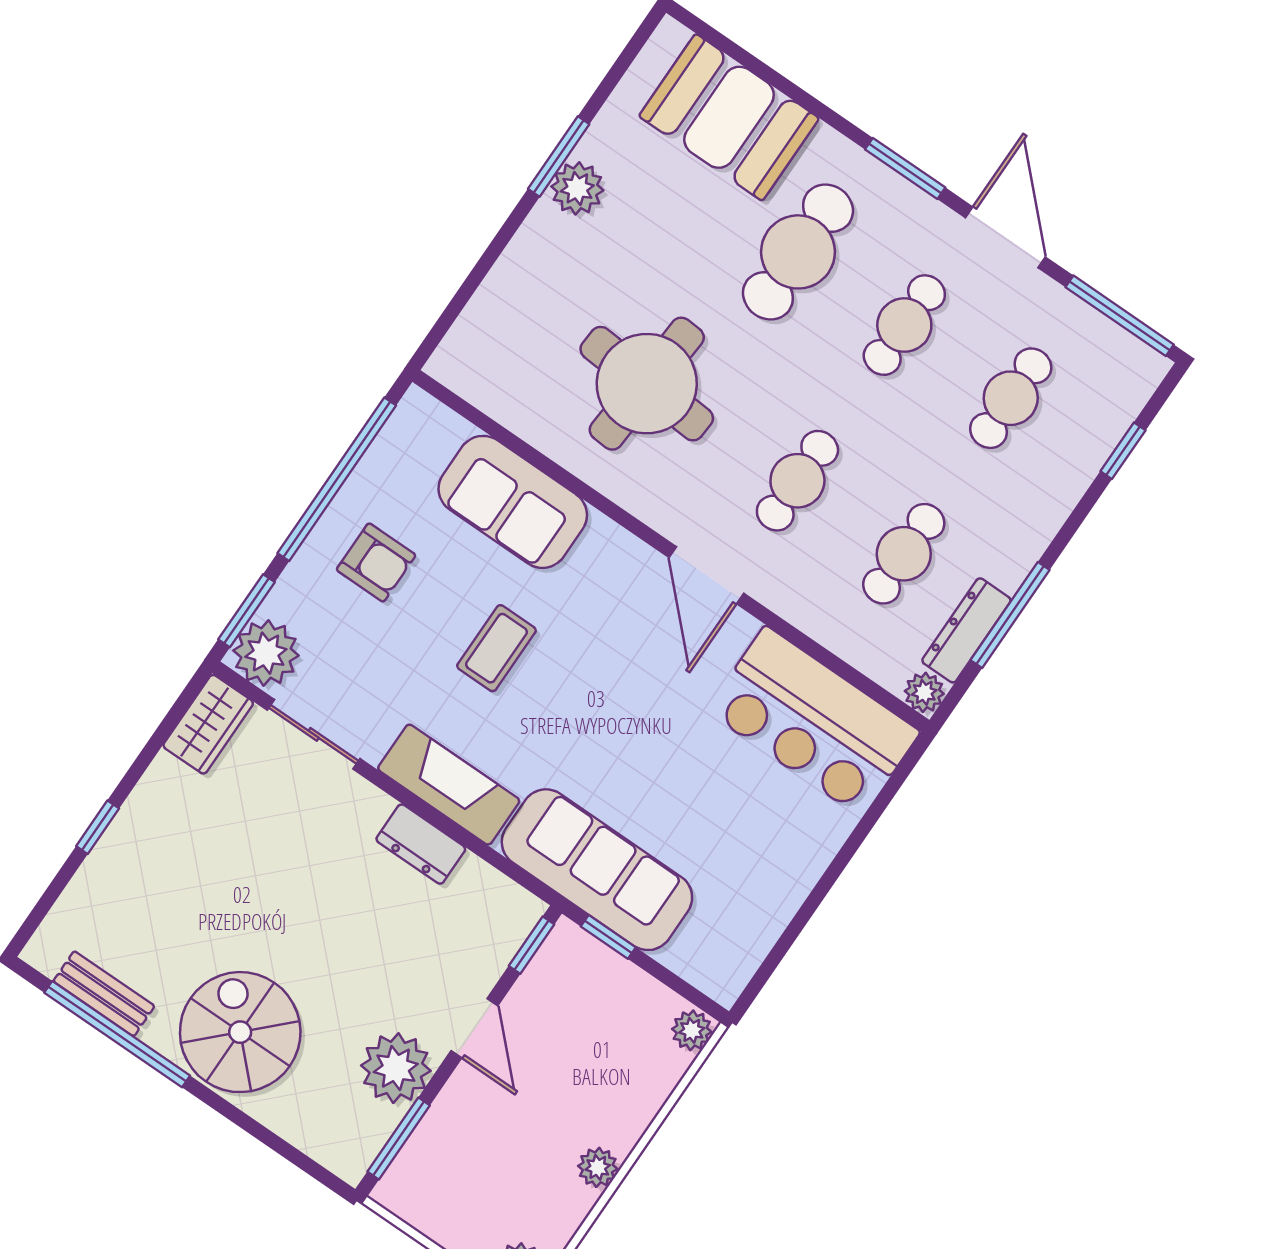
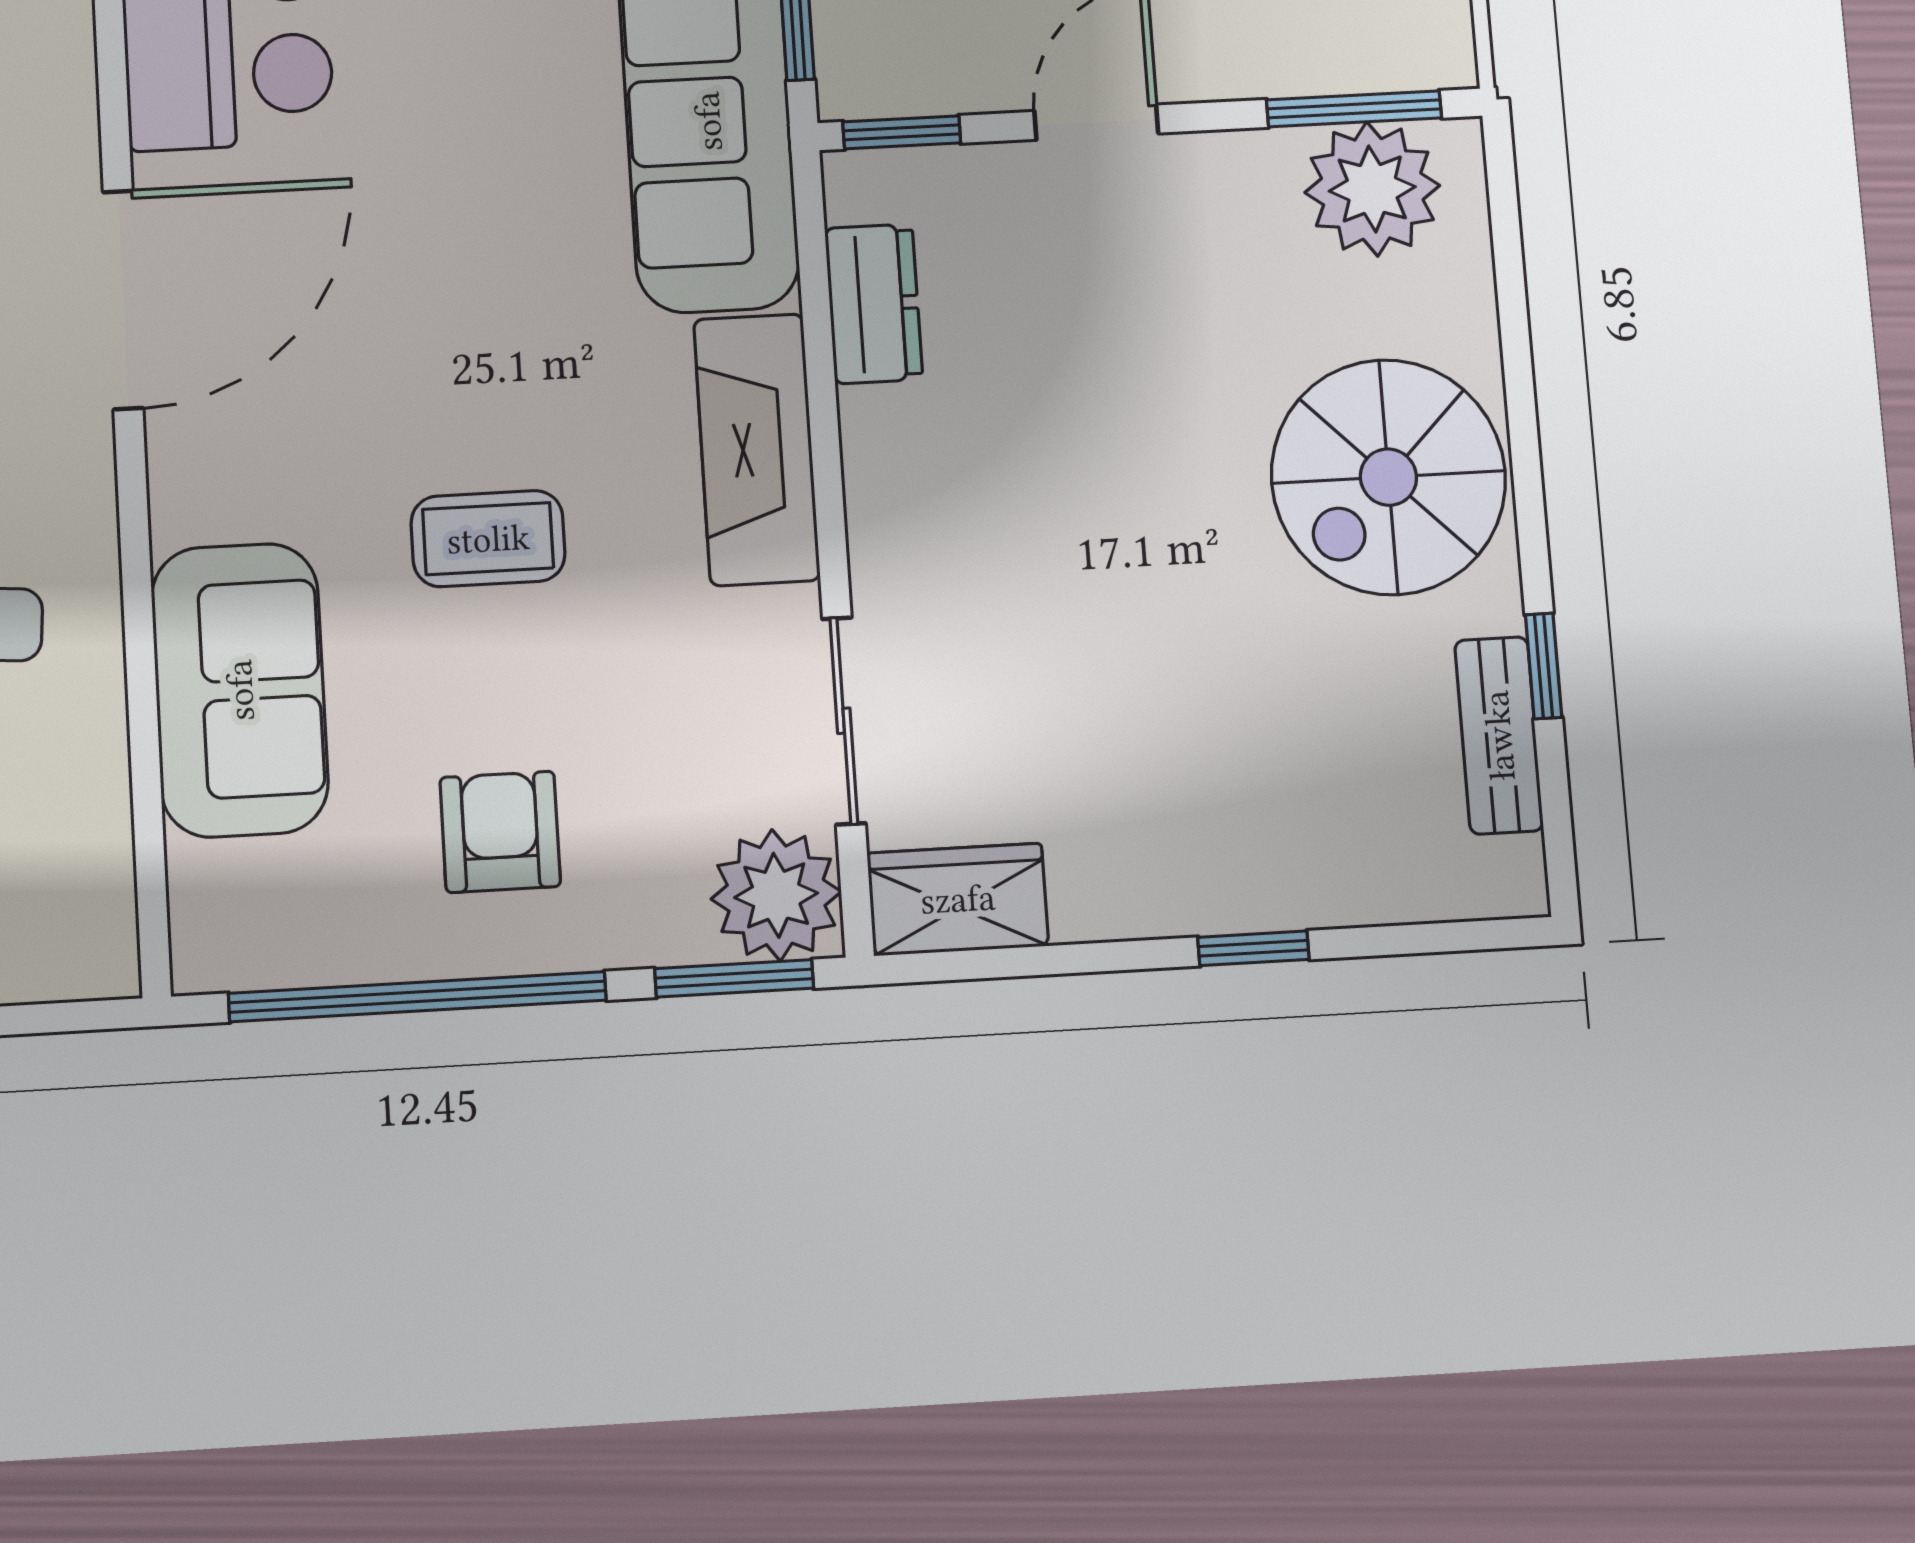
door: (706, 575) -> (123, 300), width x1.36
dresser: (421, 844) -> (874, 304), moved
window: (117, 1034) -> (1544, 666), width x0.32
plant: (396, 1068) -> (1372, 189), moved

